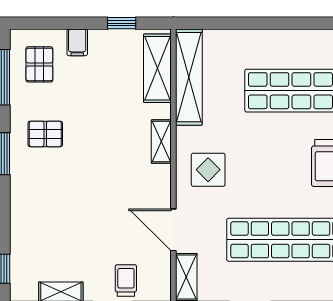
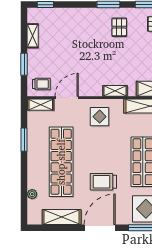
trolley: (126, 281) -> (41, 84), moved

